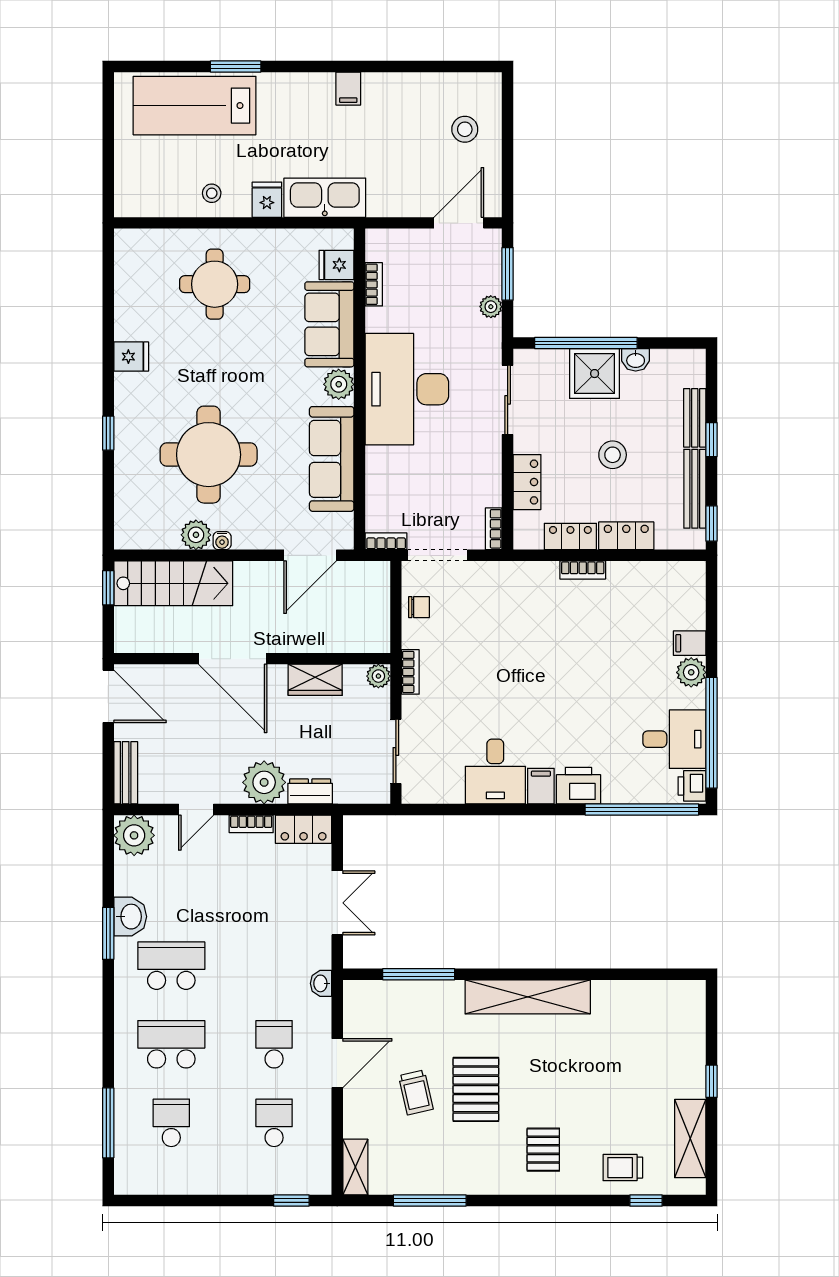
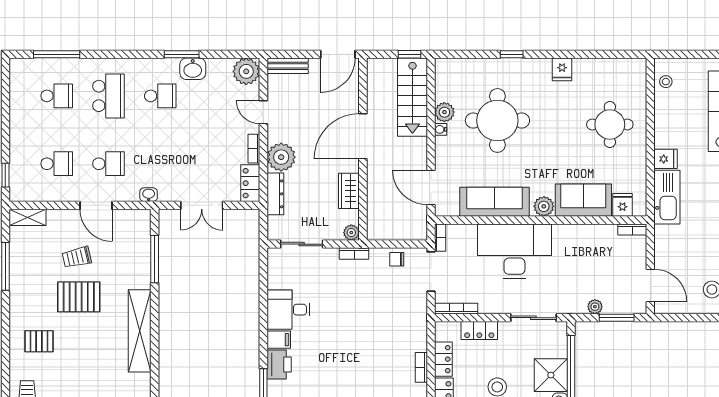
stool: (212, 193) -> (666, 82), moved
bookcase: (374, 284) -> (632, 229), moved
desk: (407, 389) -> (514, 251), moved
bookcase: (494, 529) -> (456, 309), width x1.56
chair: (419, 607) -> (397, 259), turned 90
dresser: (310, 791) -> (275, 194), width x1.44
school desk: (171, 966) -> (160, 96), width x0.54

